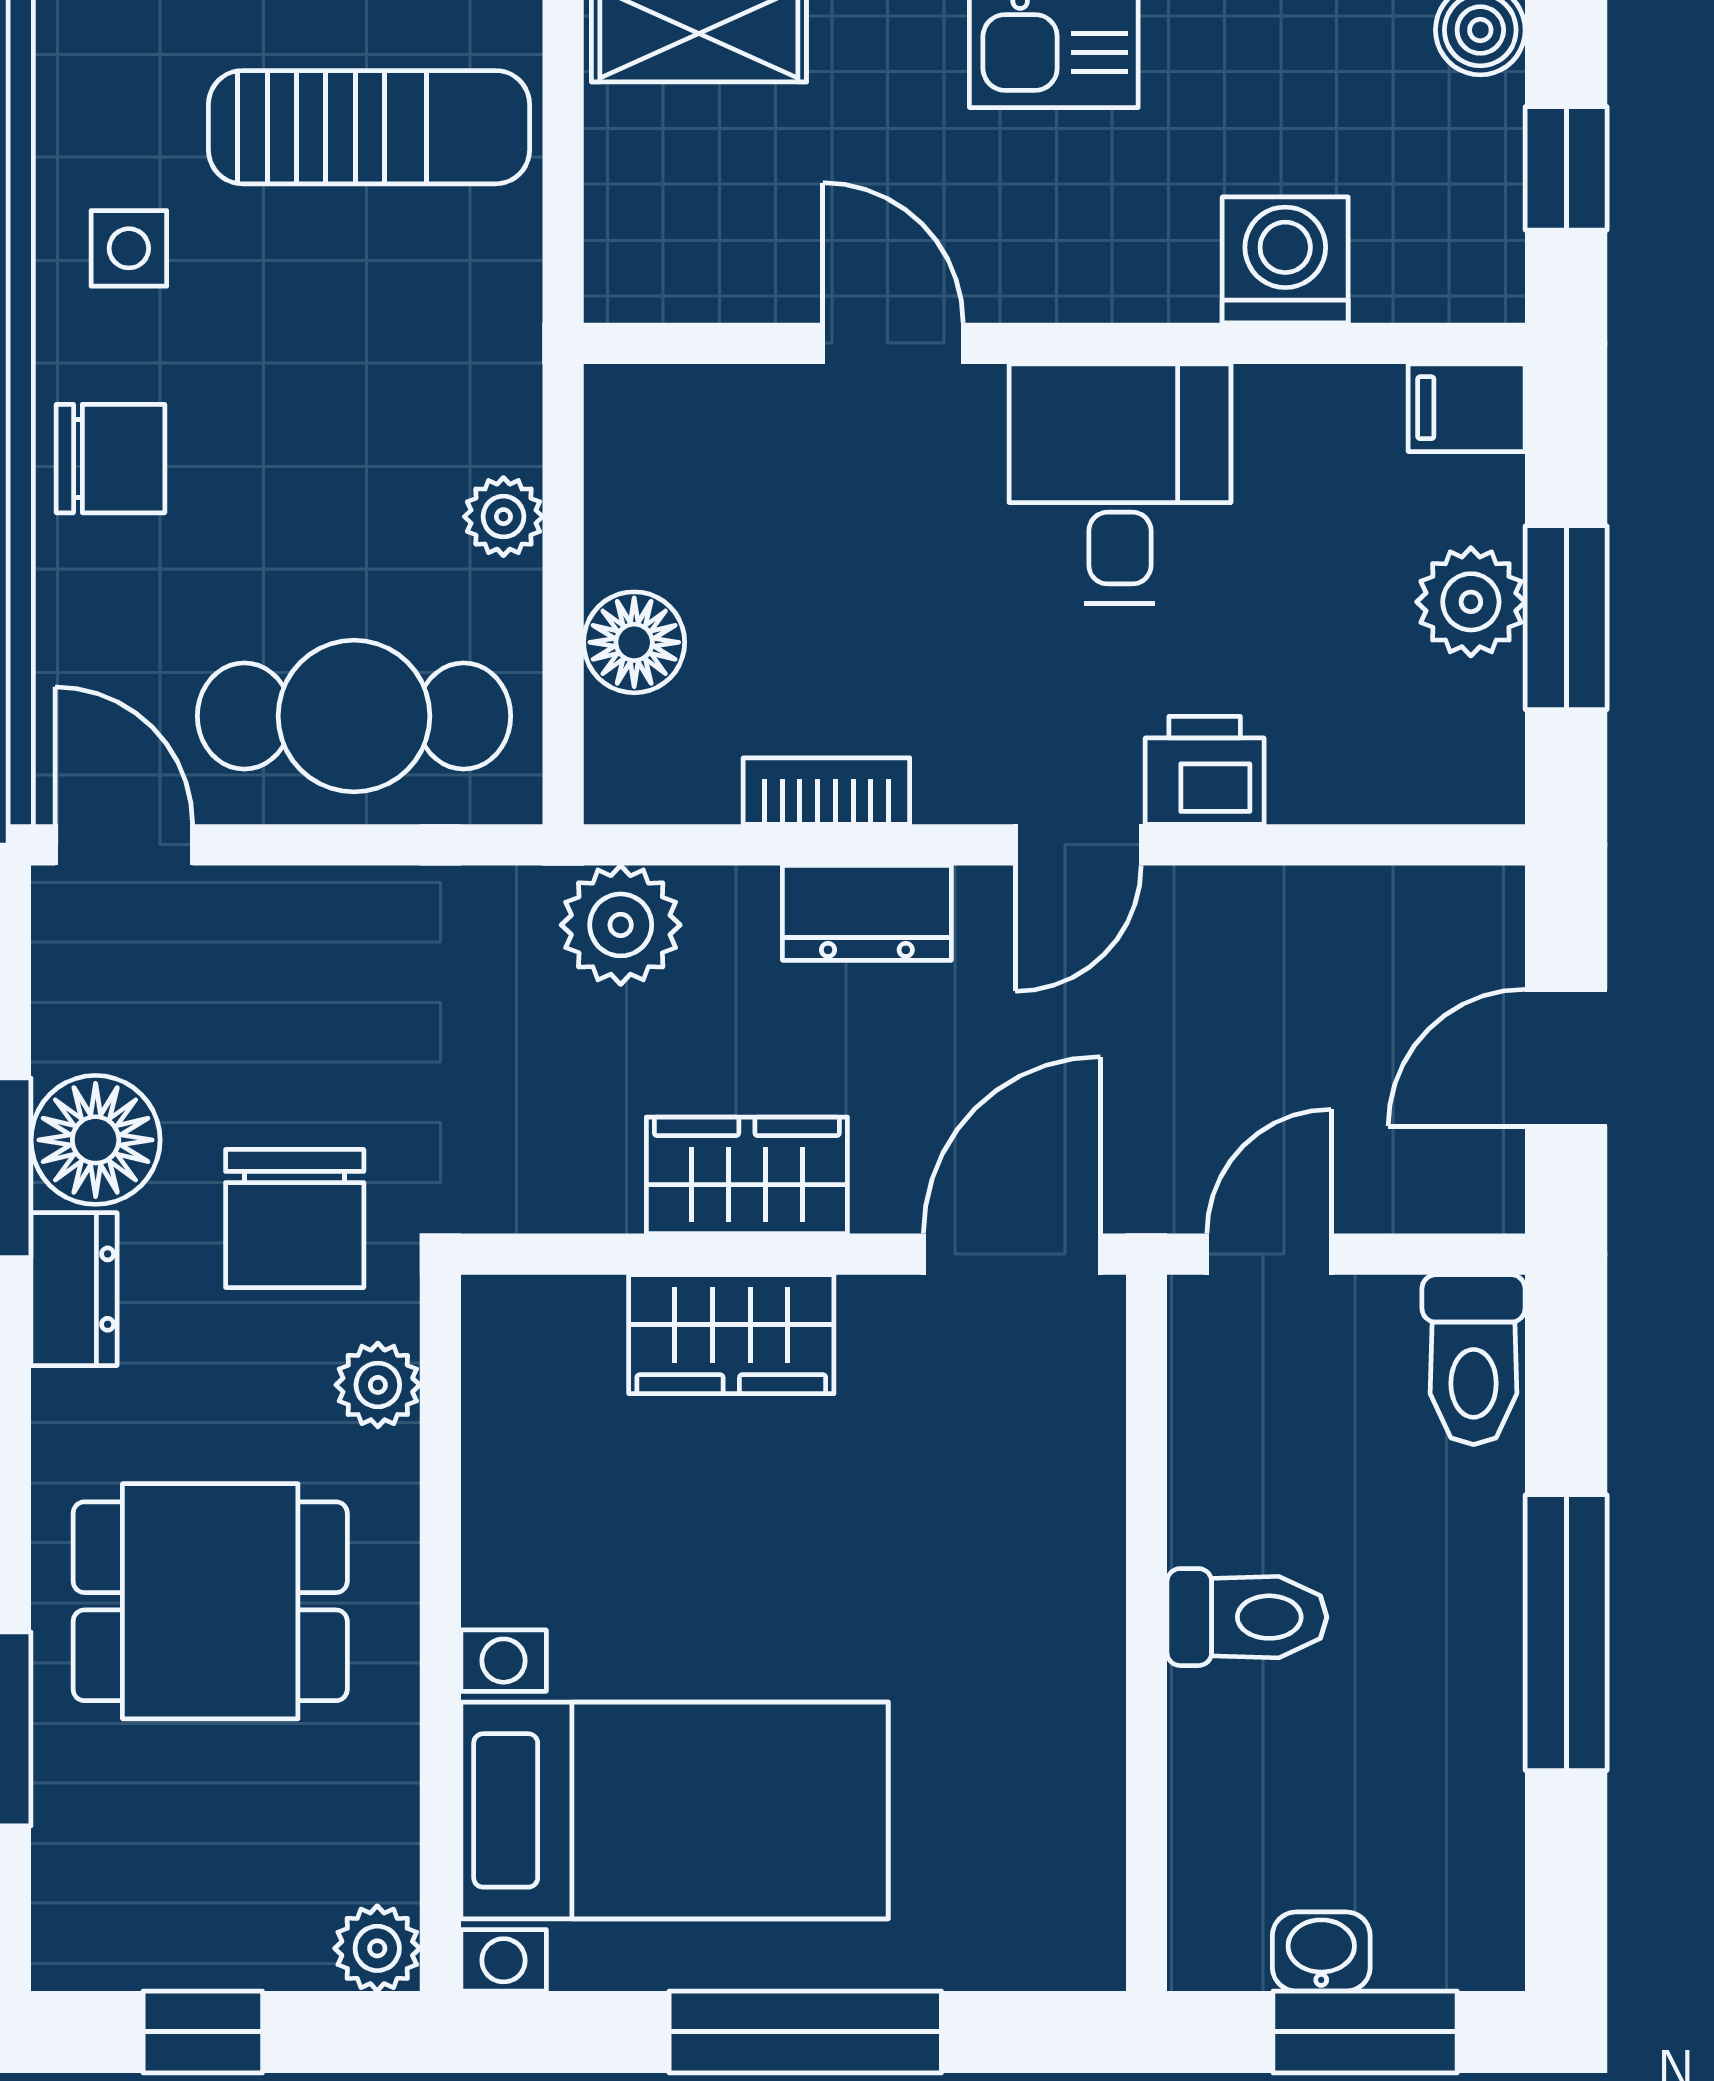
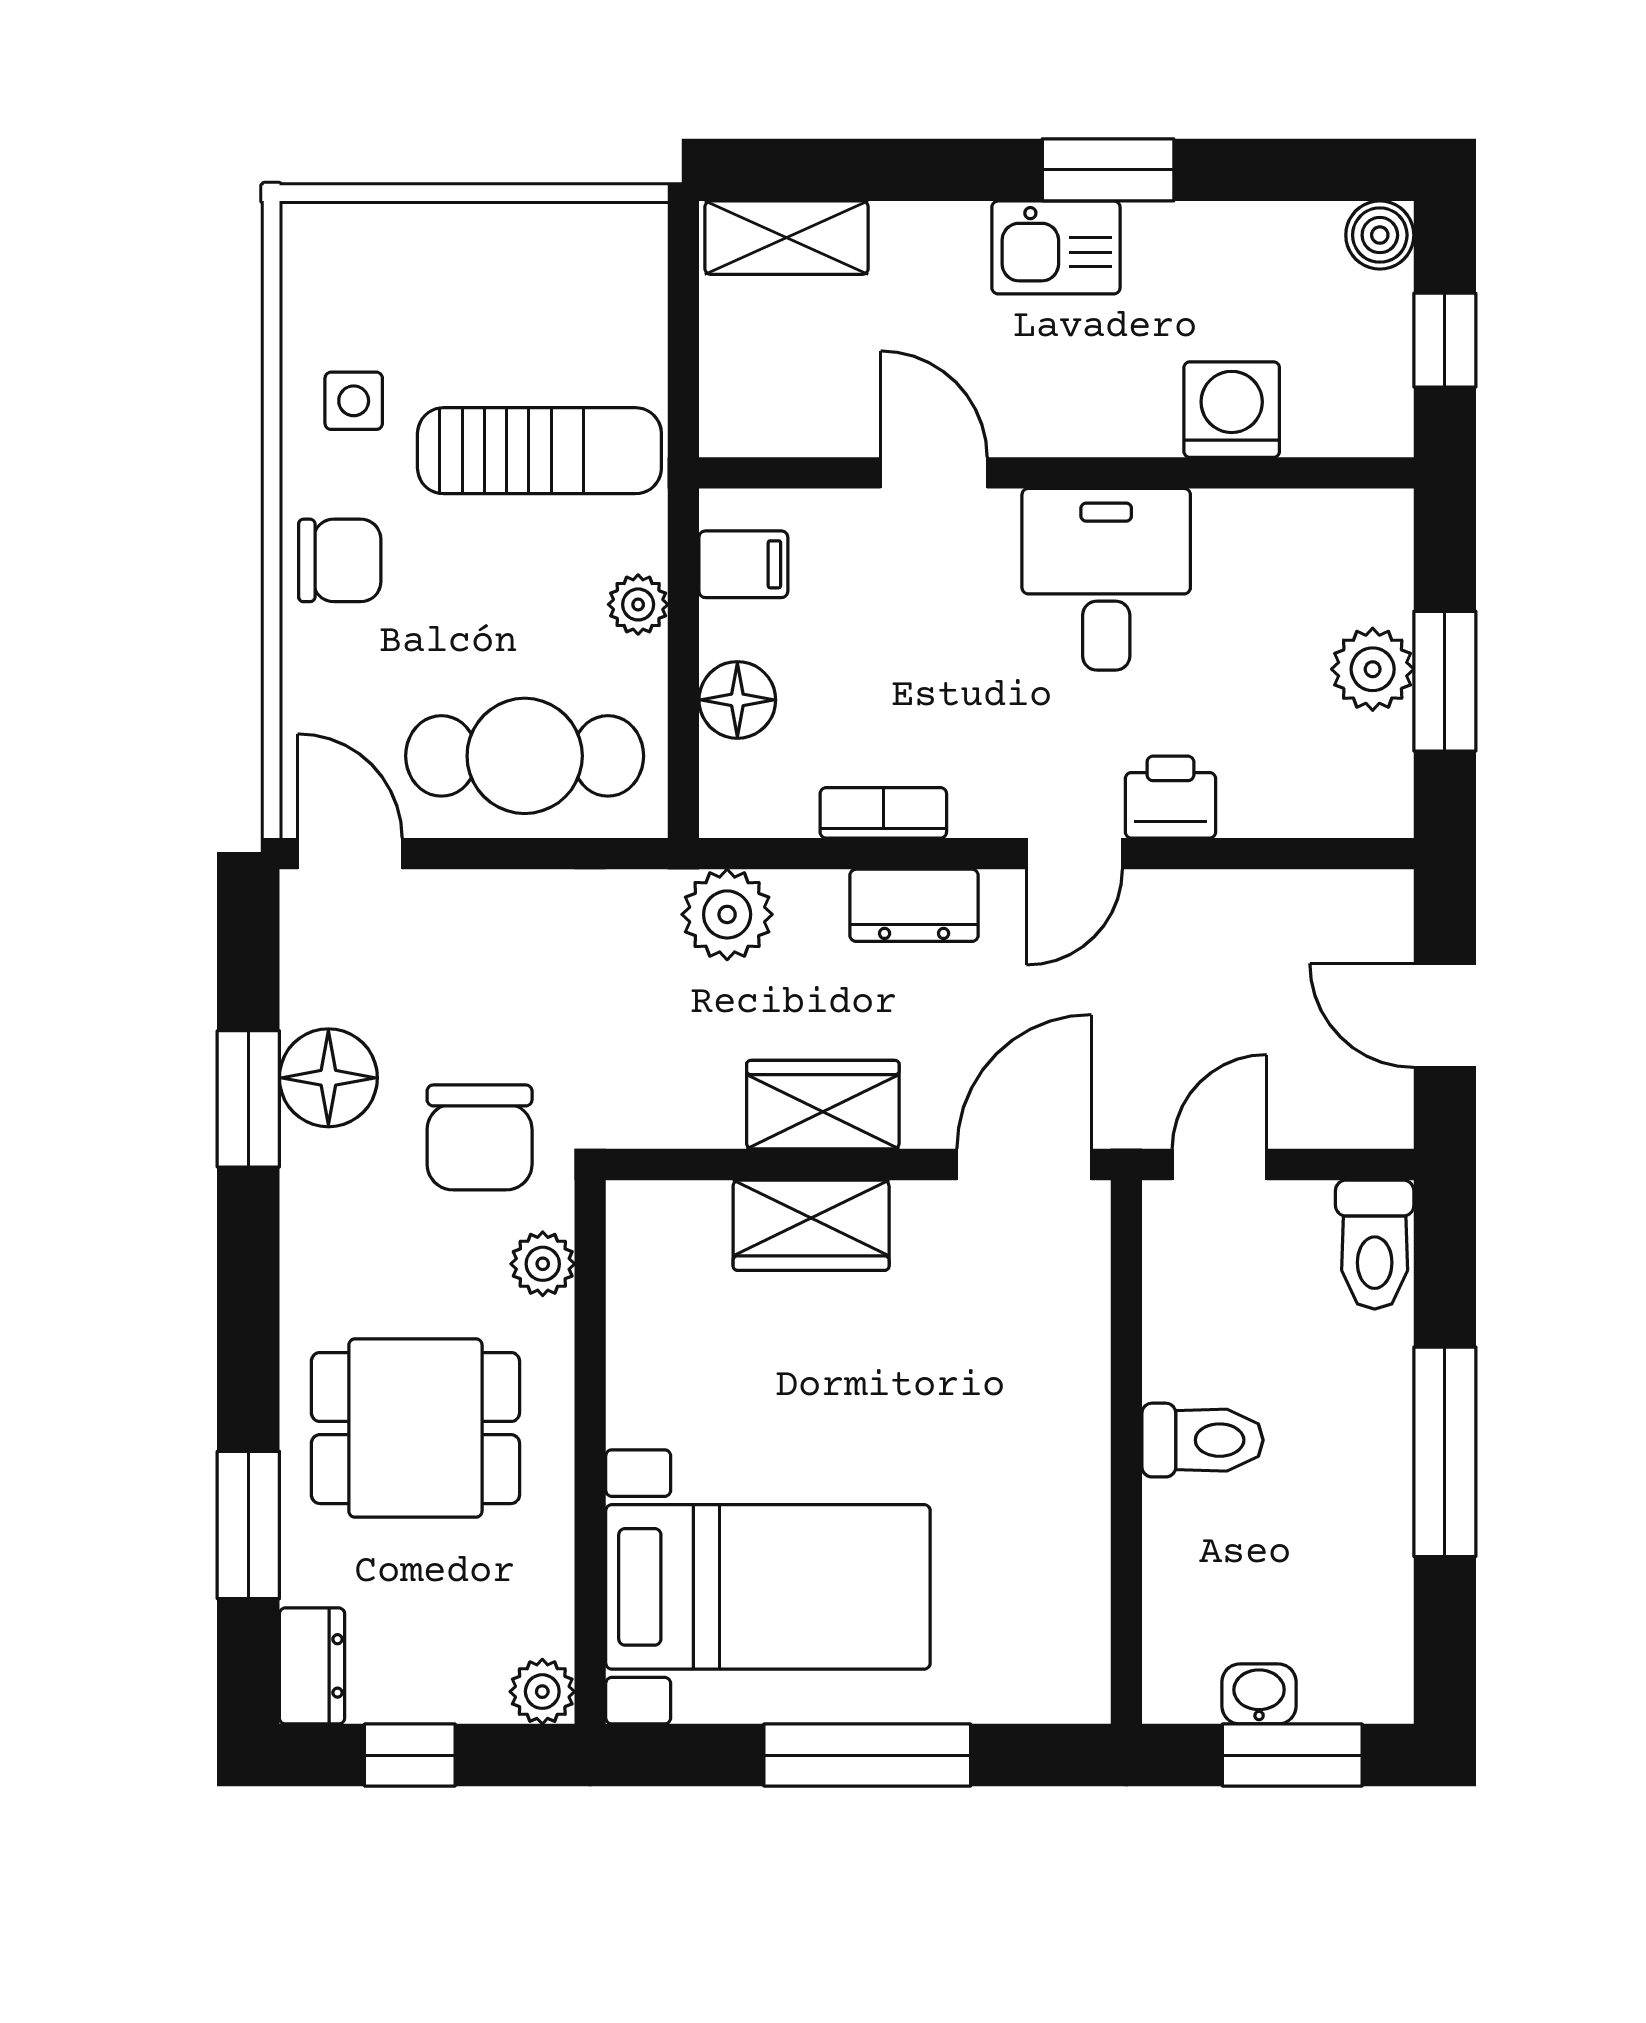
sun lounger: (369, 127) -> (539, 451), moved
filing cabinet: (1467, 408) -> (743, 564), moved, turned 180
door: (1566, 1058) -> (1445, 1015), hinge flipped
dresser: (74, 1289) -> (312, 1666), moved

